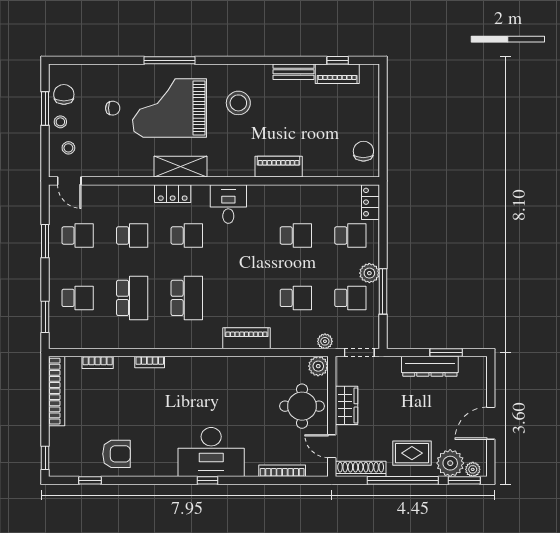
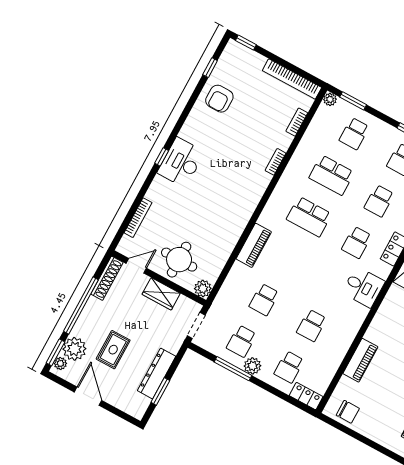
piano: (279, 167) -> (360, 360), moved
plant: (325, 341) -> (330, 99), moved
desk: (211, 452) -> (181, 162), width x0.73, depth x0.77
rug: (412, 453) -> (113, 350), moved

